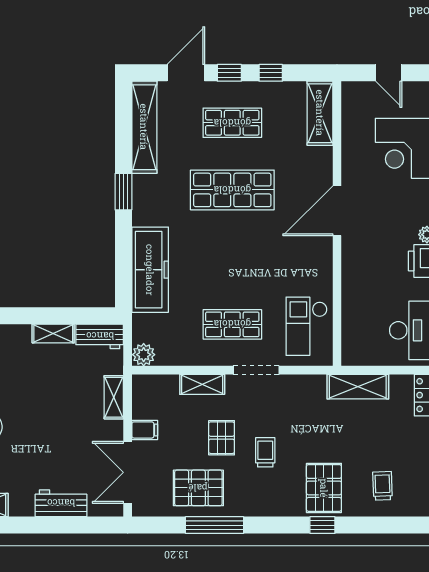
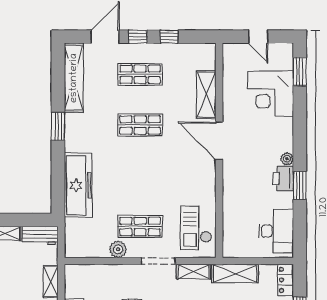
shelving: (320, 113) -> (206, 95), moved
shop shelf: (232, 190) -> (140, 125), width x0.70, depth x0.74
door: (337, 211) -> (219, 141), hinge flipped
plant: (144, 355) -> (118, 249), moved
shelving: (202, 384) -> (193, 272), moved

